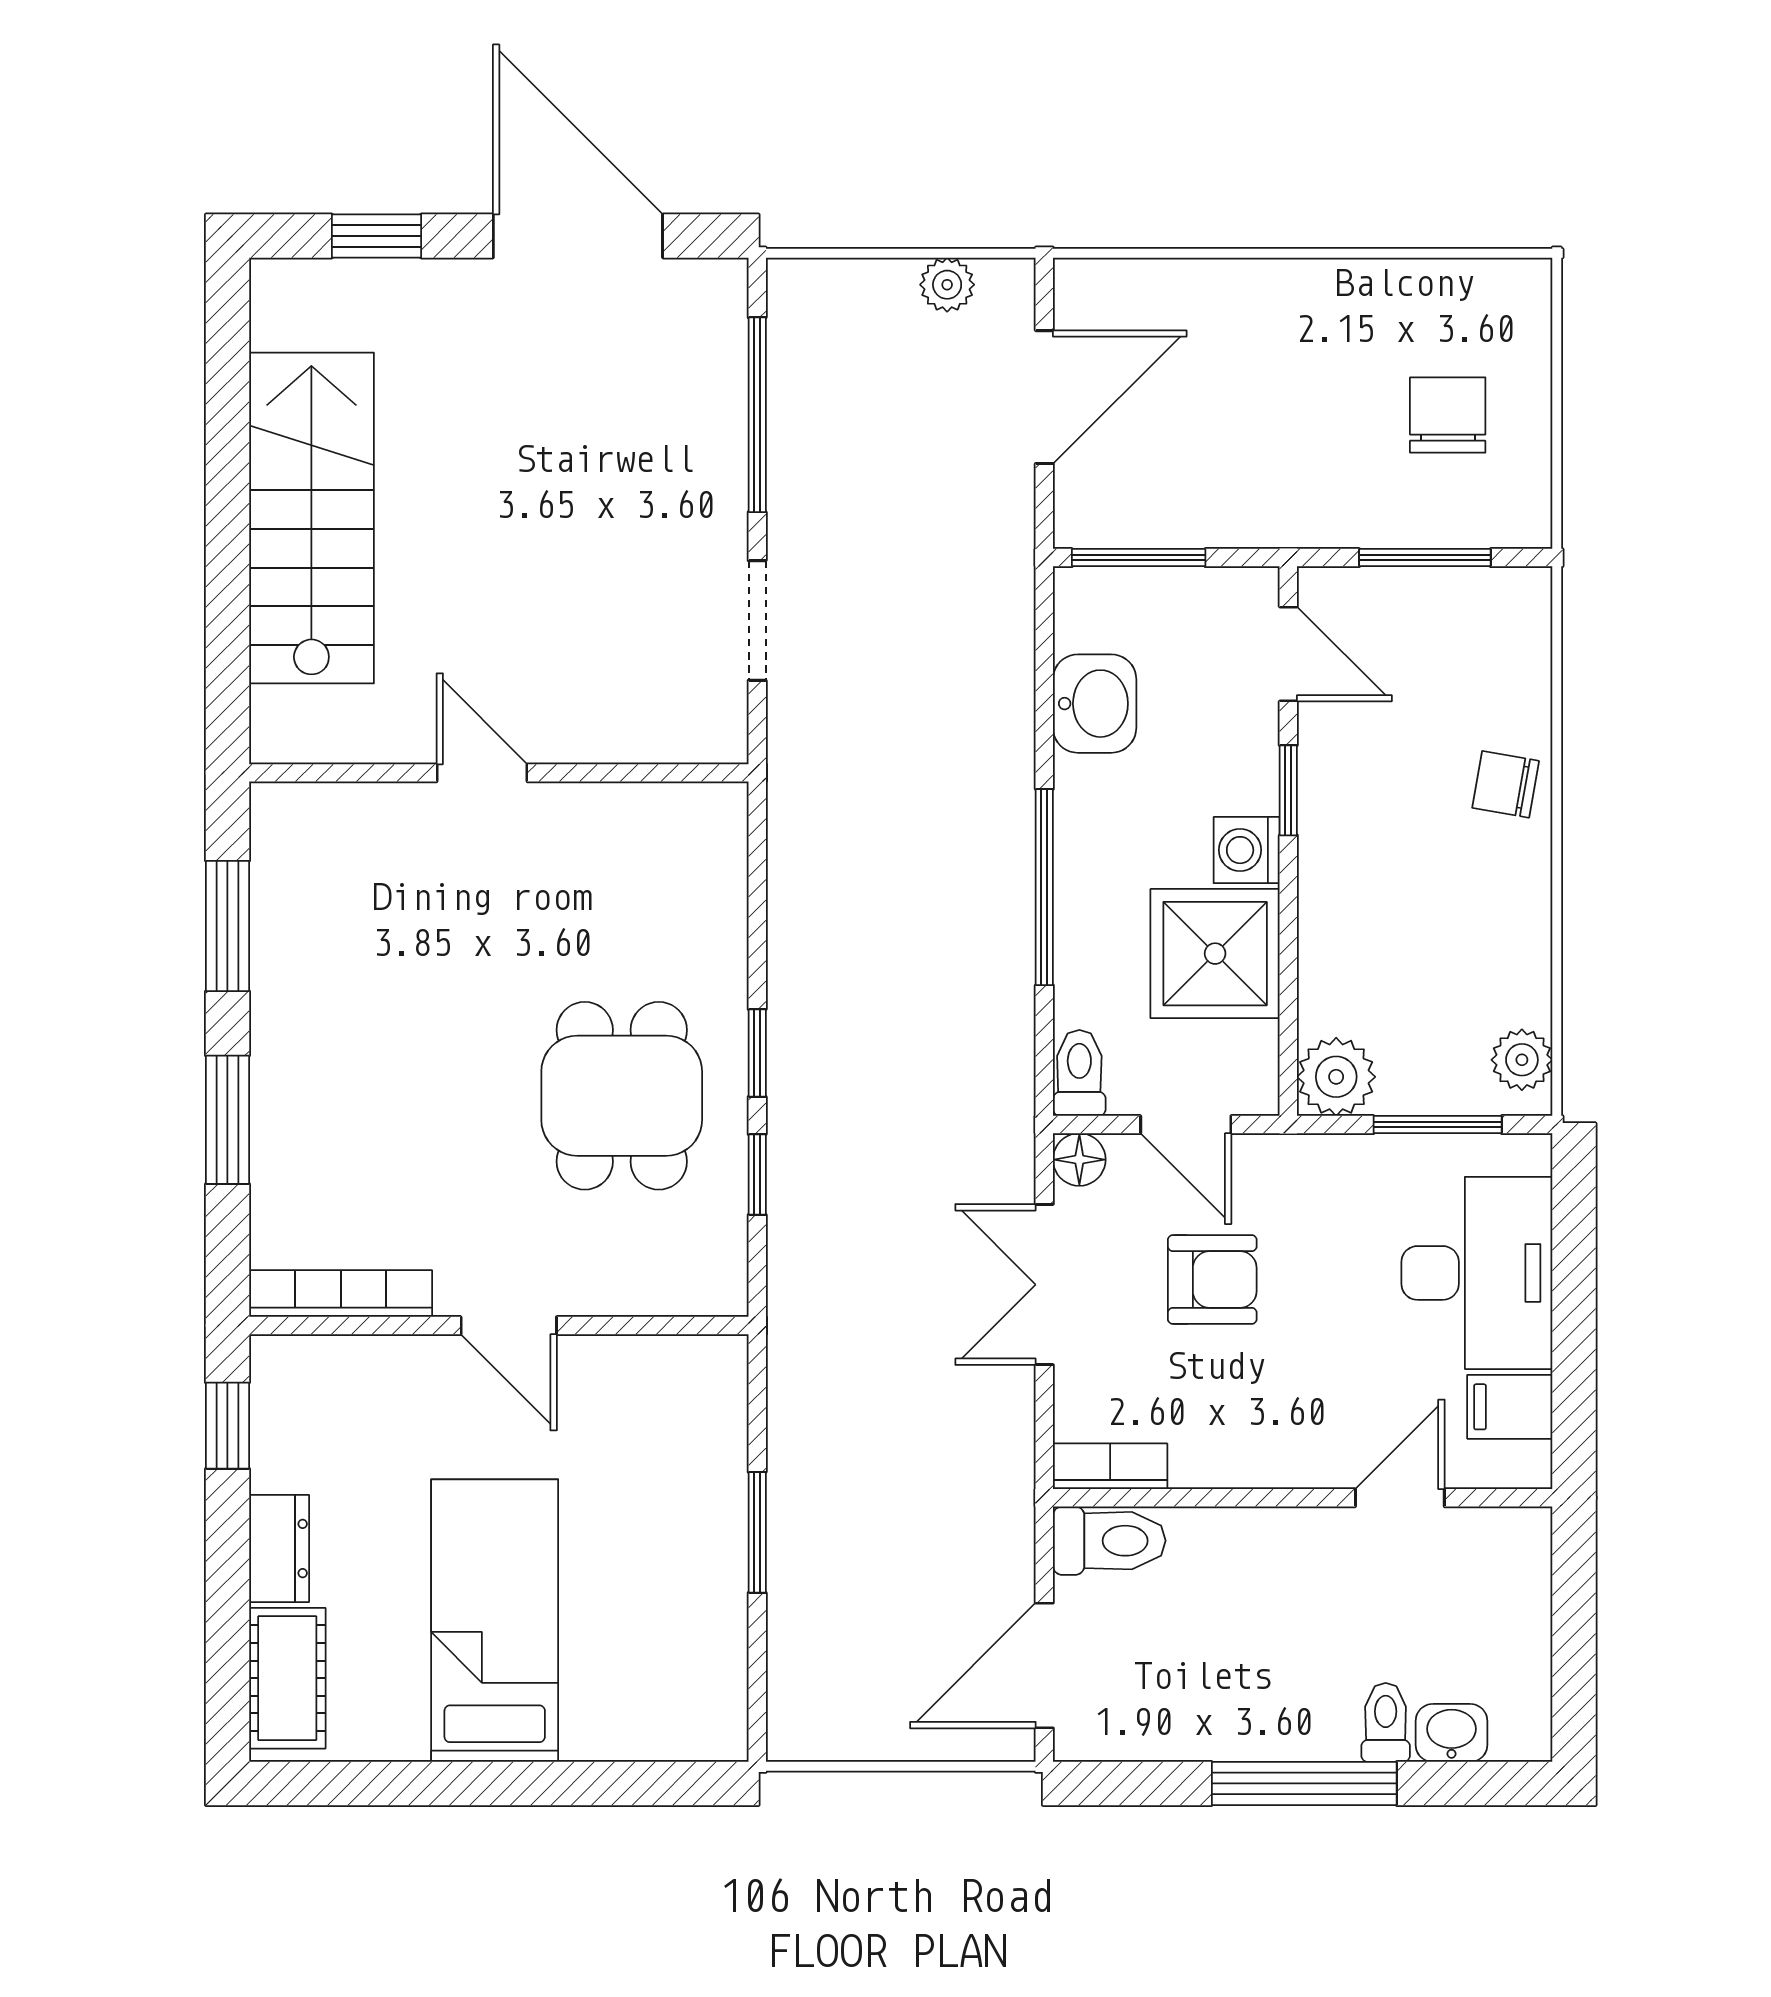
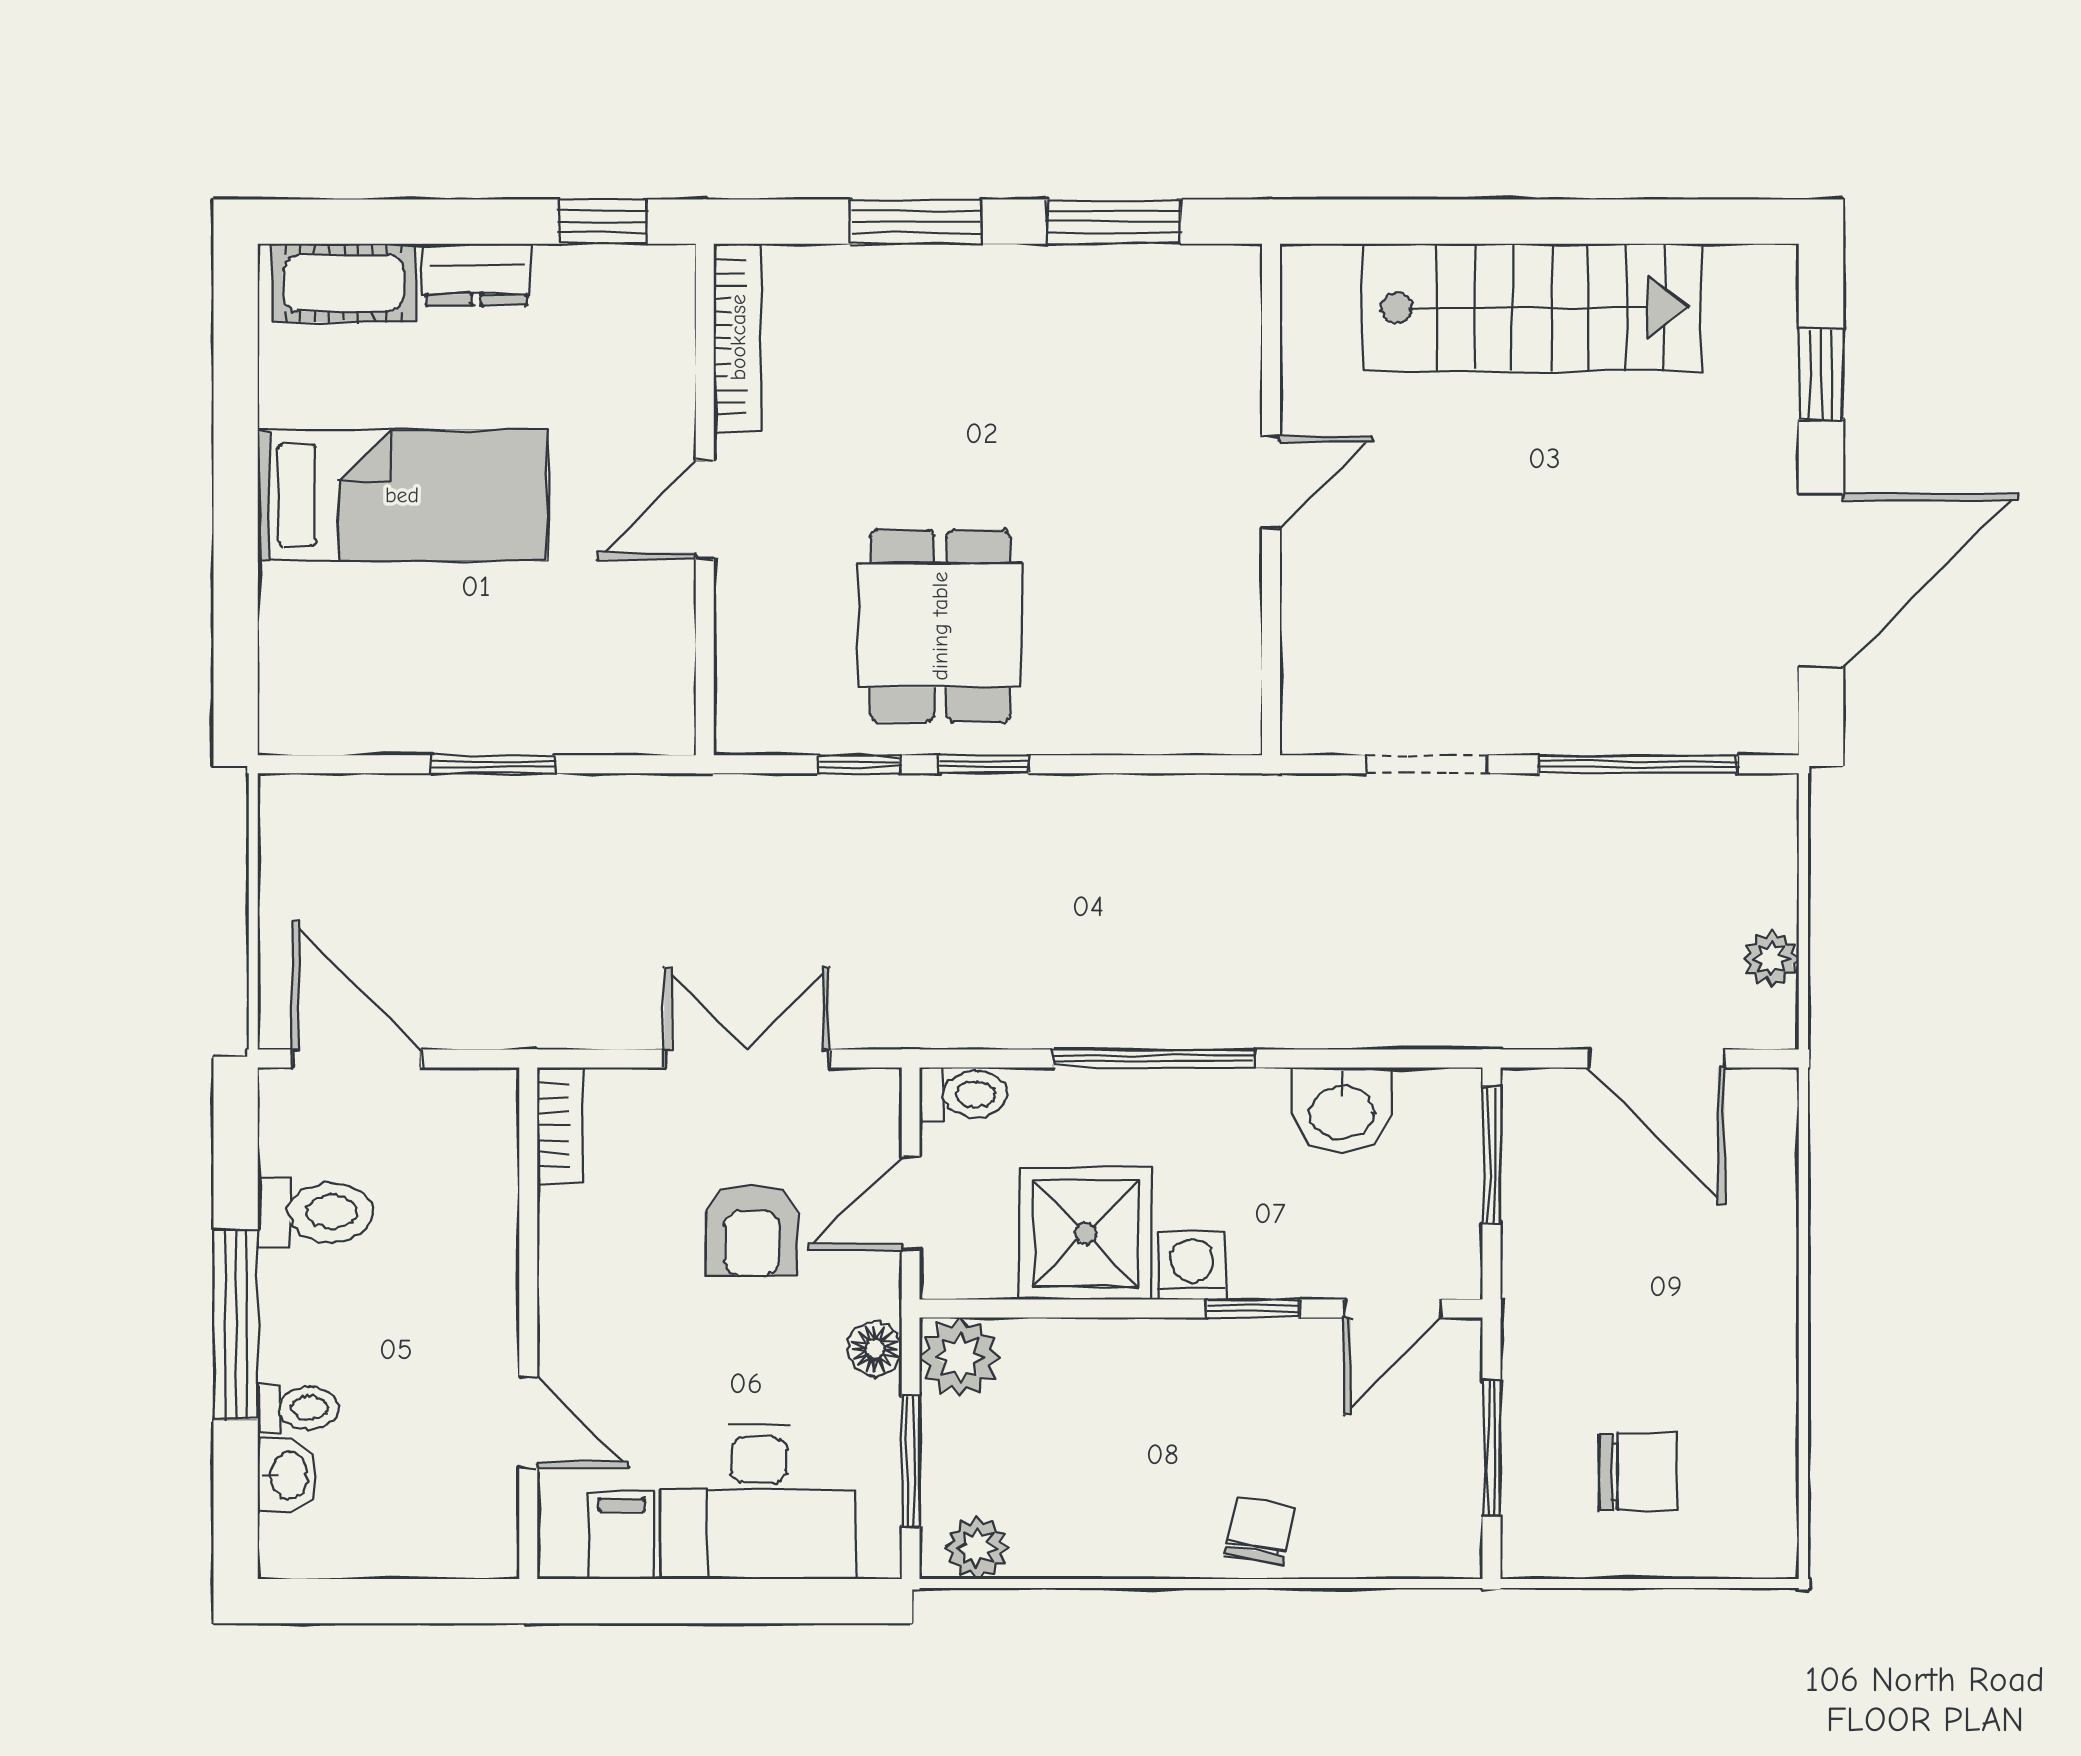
dining table: (622, 1096) -> (940, 626), turned 90
floor lamp: (1079, 1160) -> (875, 1349), moved
toilet: (1109, 1541) -> (315, 1212), moved, turned -90

